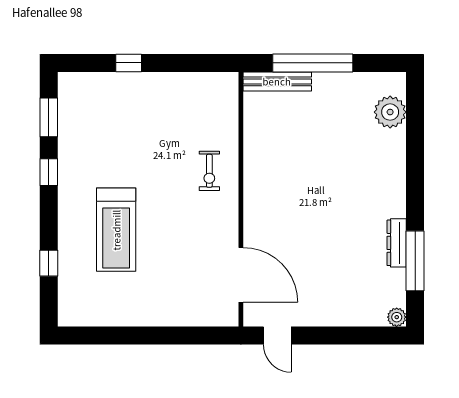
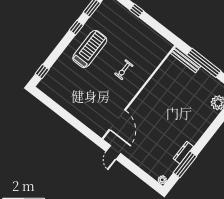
exercise bike: (209, 171) -> (124, 70), moved
treadmill: (116, 230) -> (90, 49), moved, turned 180
window: (49, 263) -> (42, 72), moved

